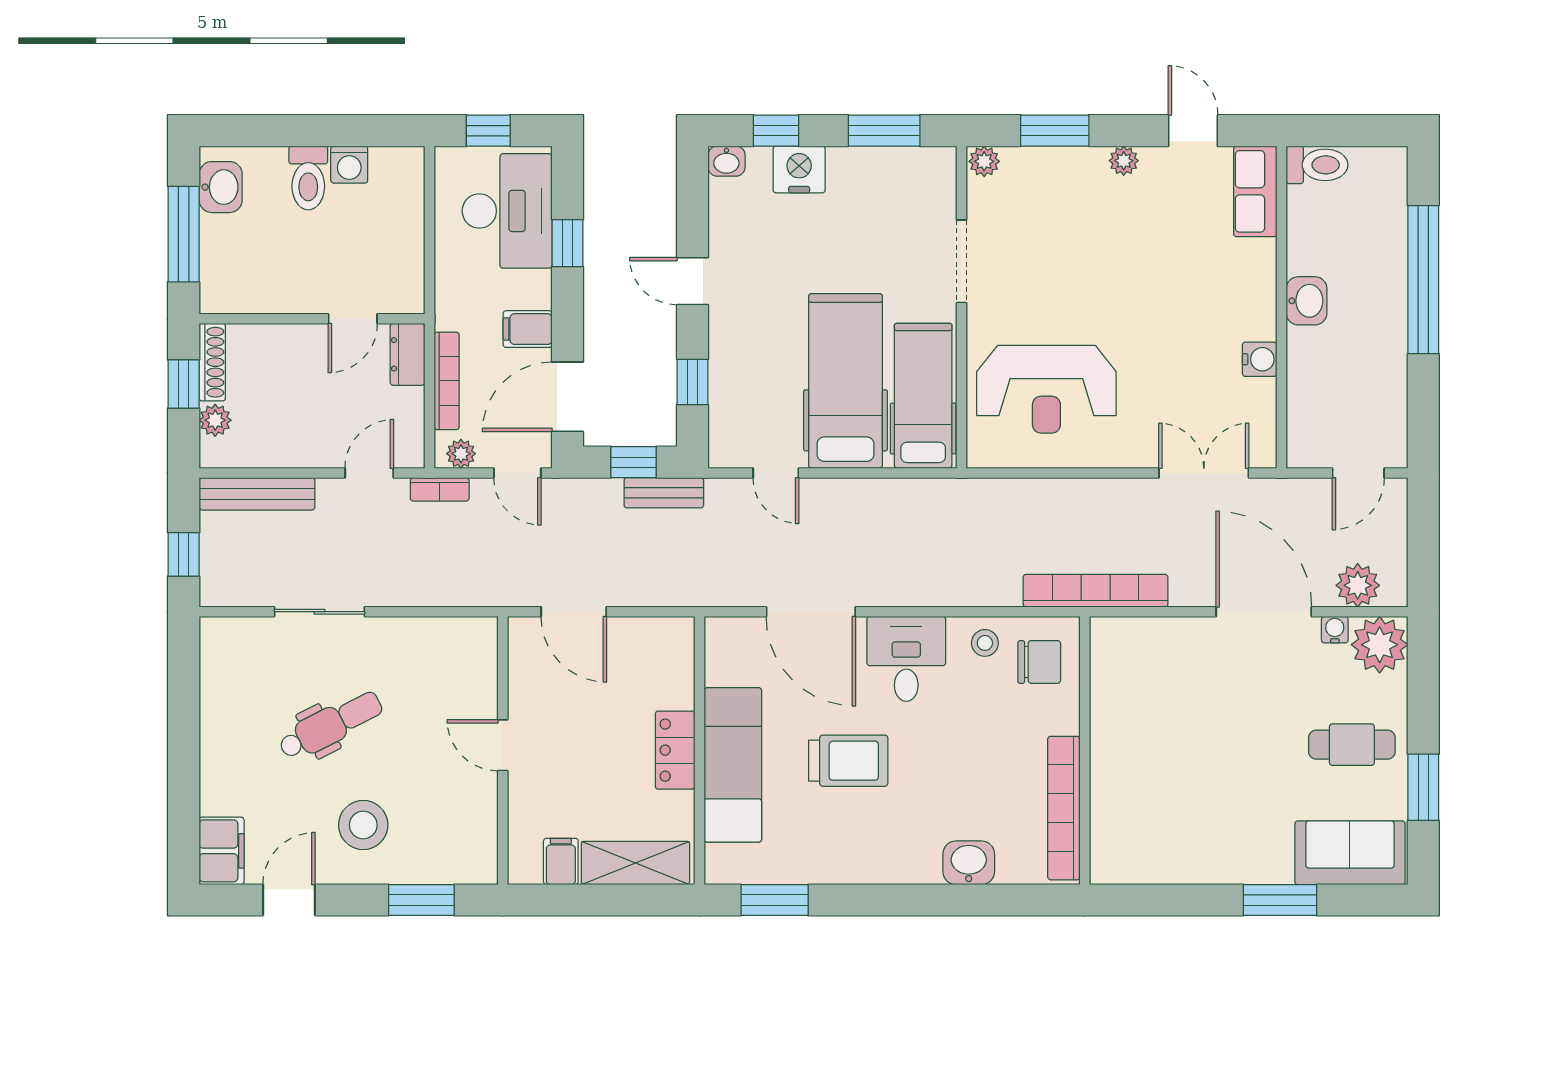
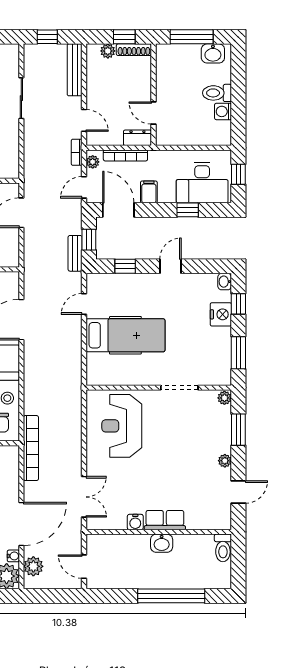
row of seats: (1255, 191) -> (165, 520), moved
hospital bed: (923, 396) -> (119, 370), removed

